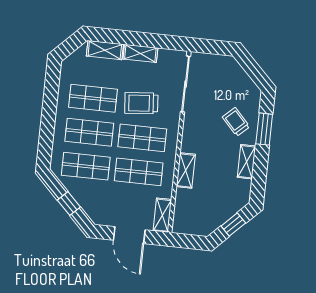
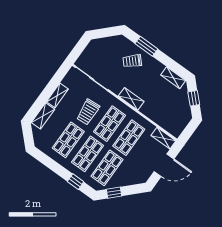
window: (46, 137) -> (76, 182), added
shelving: (247, 162) -> (173, 78), moved
shelving: (186, 170) -> (131, 99), moved
window: (69, 204) -> (114, 193), moved

